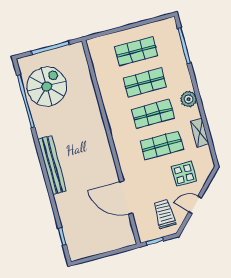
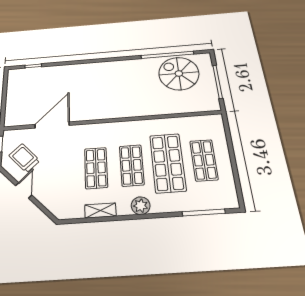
shop shelf: (145, 83) -> (168, 163), width x1.43, depth x1.36
spiral stairs: (47, 87) -> (179, 73), turned 180
bench: (52, 165) -> (102, 67), removed
display table: (184, 174) -> (60, 185), removed
trolley: (164, 214) -> (24, 158), turned -133

